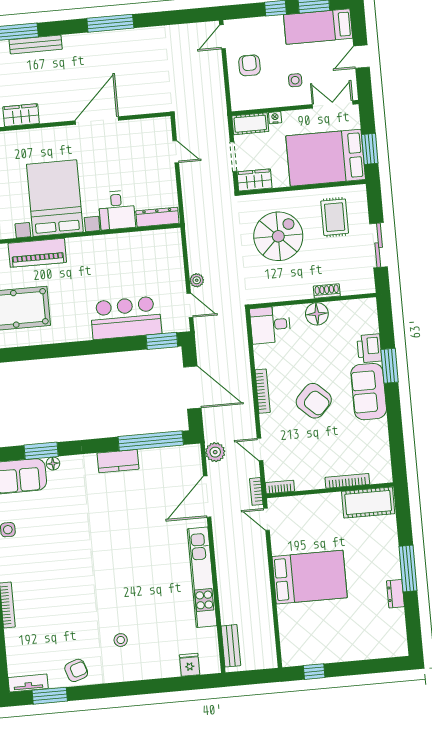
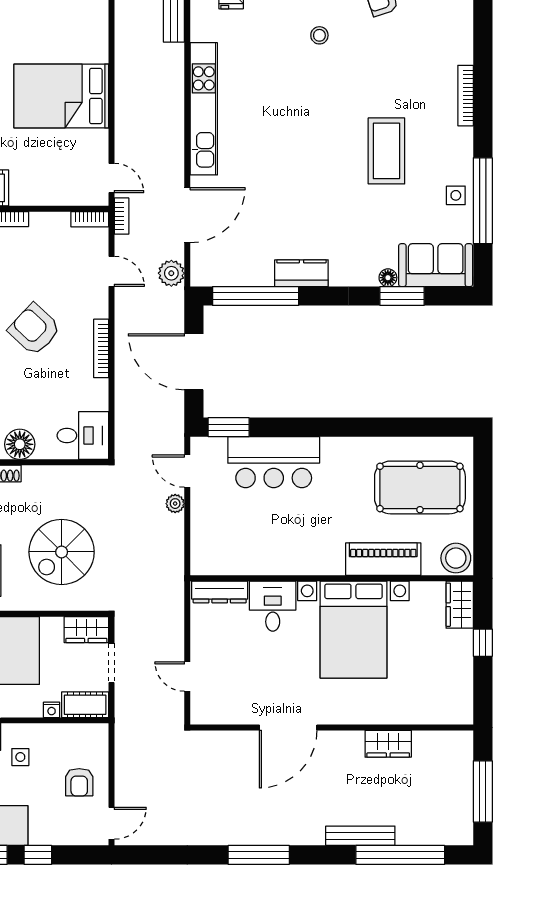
coffee table: (63, 558) -> (386, 151), added

